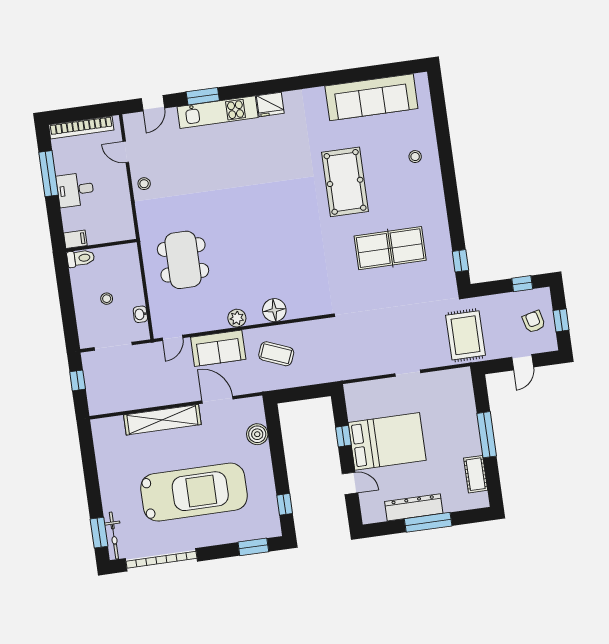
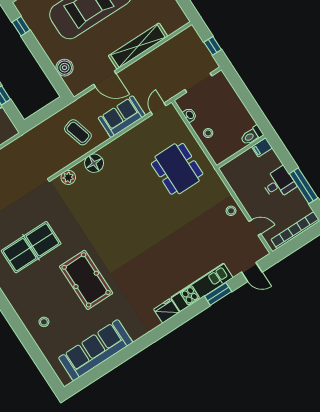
door: (153, 103) -> (252, 272), swing flipped
stool: (107, 299) -> (208, 133), moved
plant: (237, 318) -> (68, 177), moved
coffee table: (276, 354) -> (78, 132), turned 52

